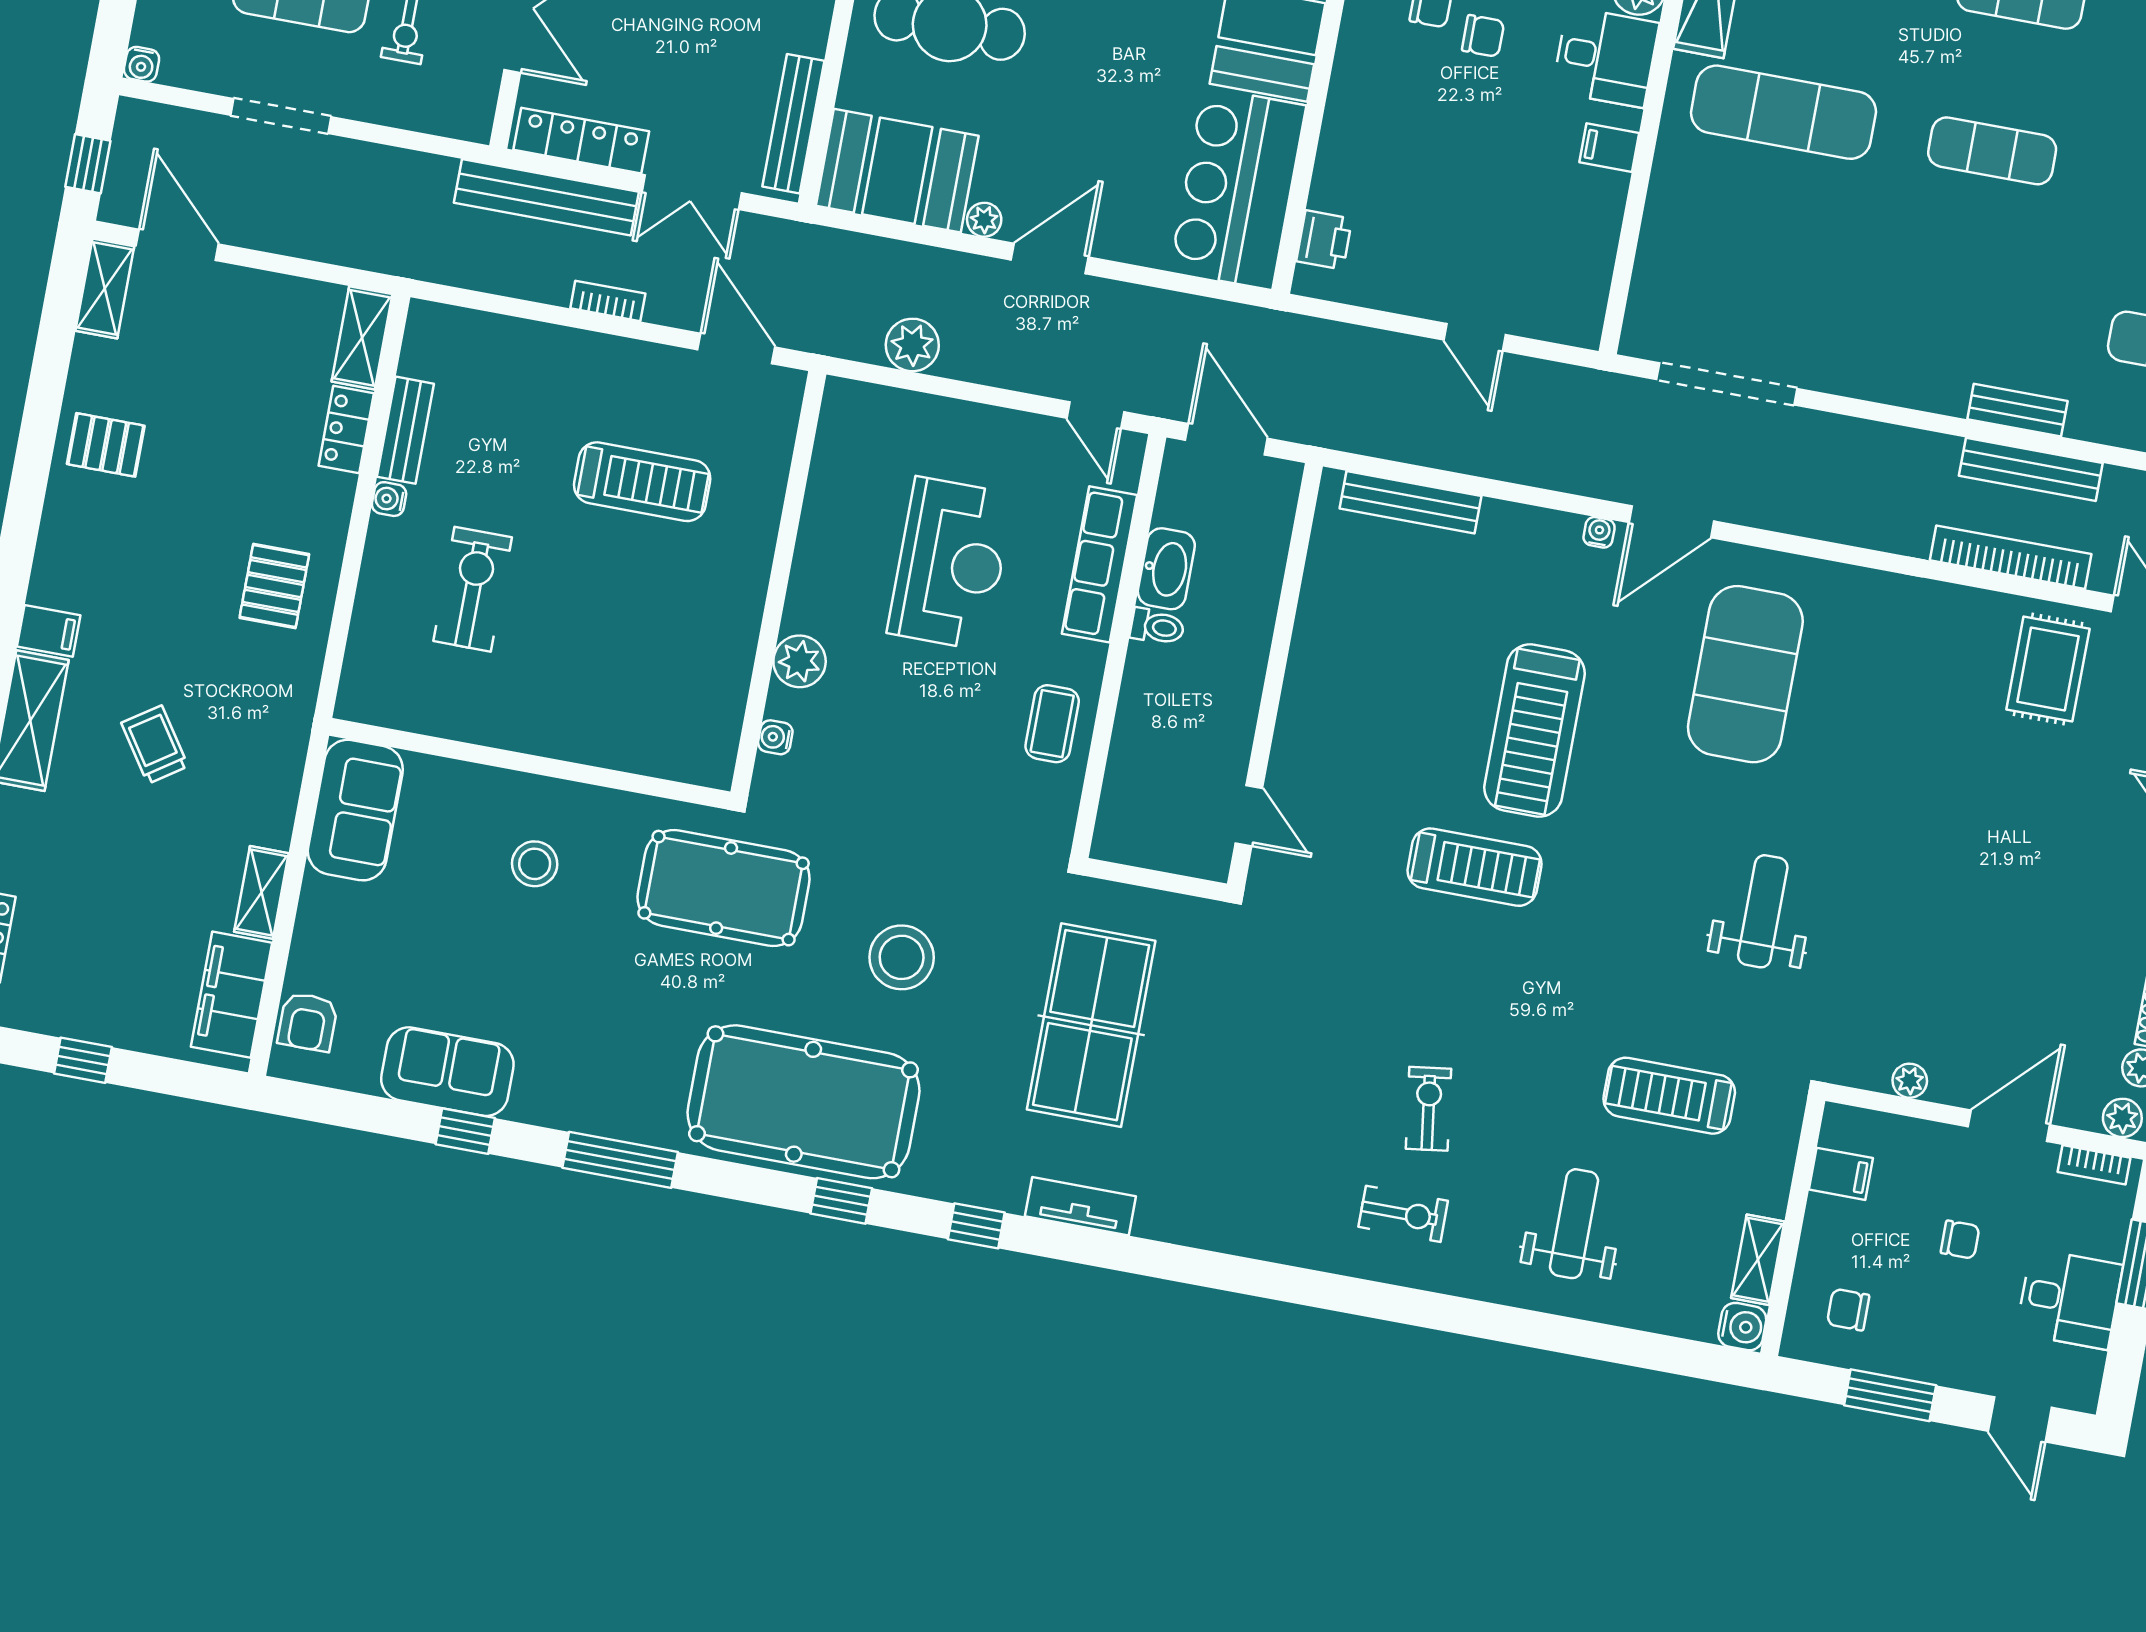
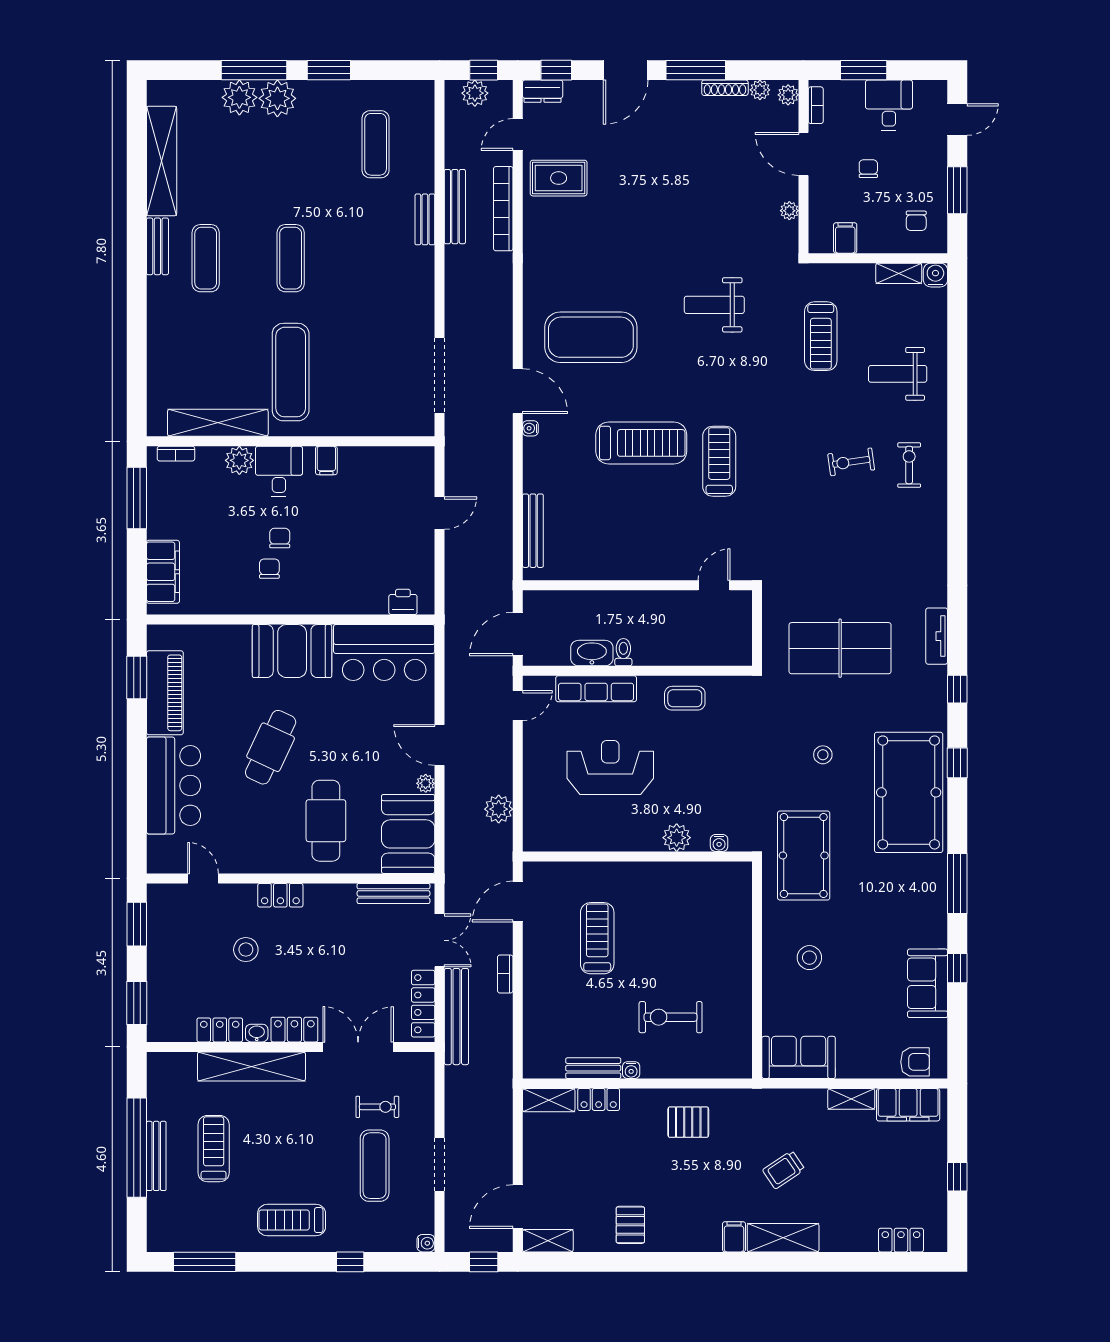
stool: (902, 957) -> (823, 755), width x0.53, depth x0.53

